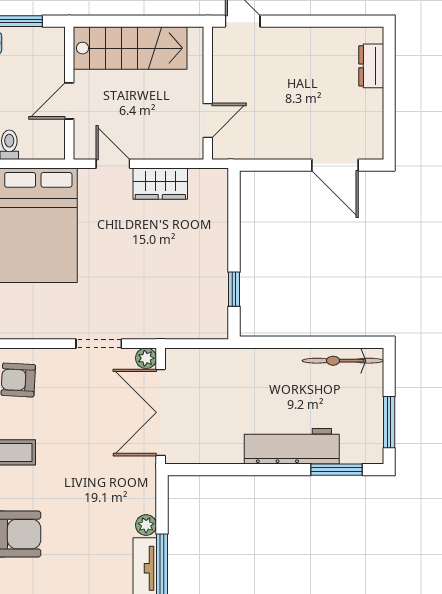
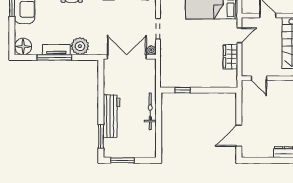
bicycle: (343, 361) -> (150, 111), moved
plant: (146, 525) -> (80, 46), width x1.88, depth x1.88

